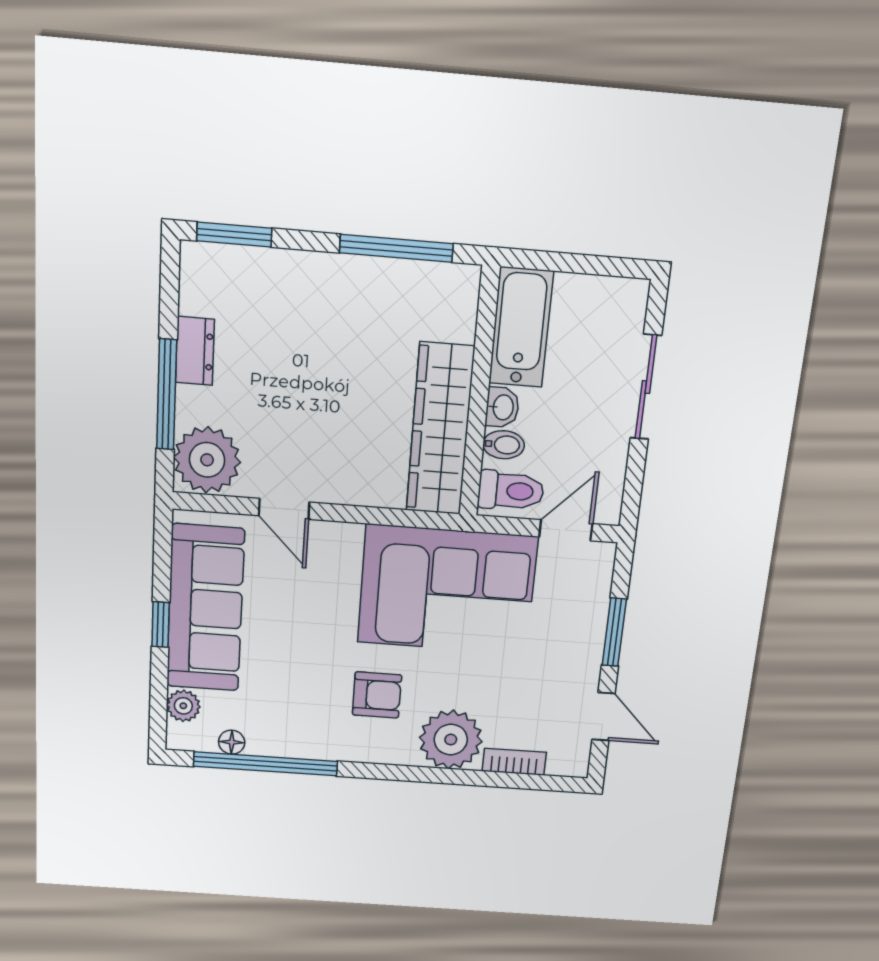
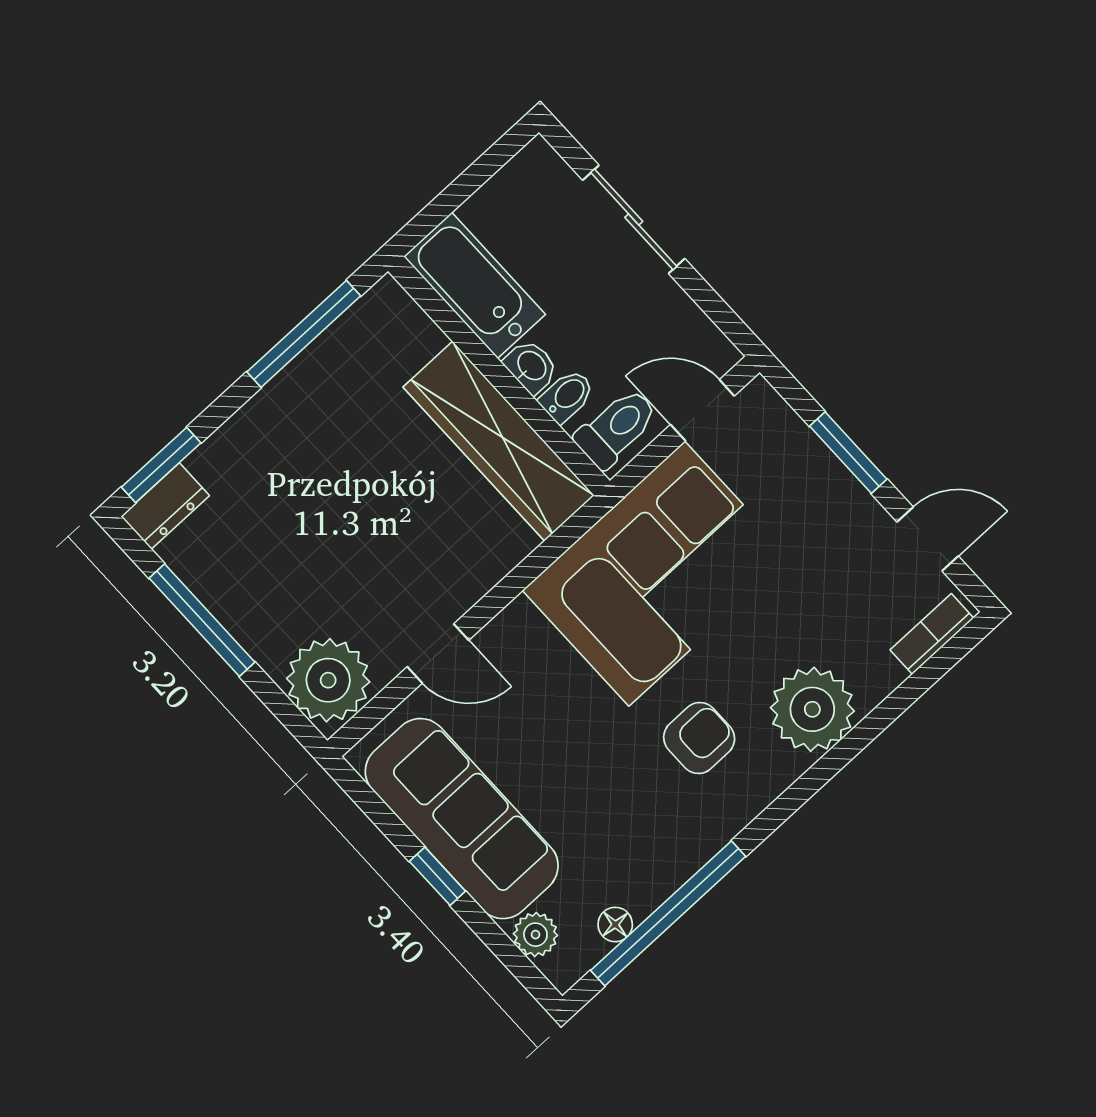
dresser: (195, 351) -> (165, 506), moved, turned 90
window: (167, 395) -> (202, 620), moved
door: (566, 530) -> (702, 410), hinge flipped
bookcase: (514, 762) -> (932, 634), moved

